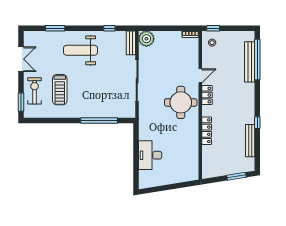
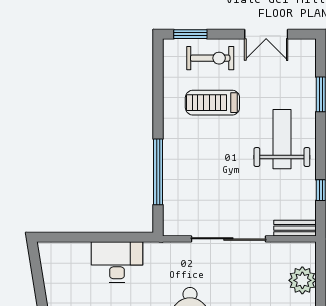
plant: (146, 39) -> (302, 280), moved
desk: (150, 155) -> (117, 262), moved

